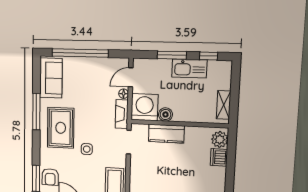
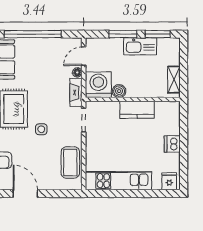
window: (209, 56) -> (158, 34), width x1.50
kitchen counter: (166, 134) -> (137, 110), moved
plant: (220, 139) -> (172, 113), removed
dishwasher: (219, 157) -> (172, 144), moved

